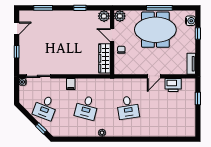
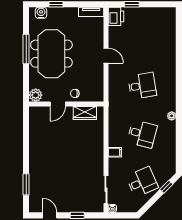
window: (80, 8) -> (26, 142), removed
plant: (104, 16) -> (36, 114), removed
wardrobe: (105, 58) -> (85, 113), width x0.67
printer: (173, 85) -> (116, 16), moved
desk: (45, 108) -> (142, 182), turned -45

